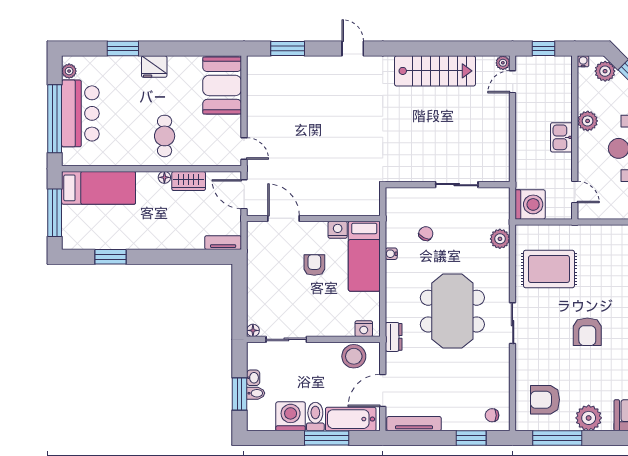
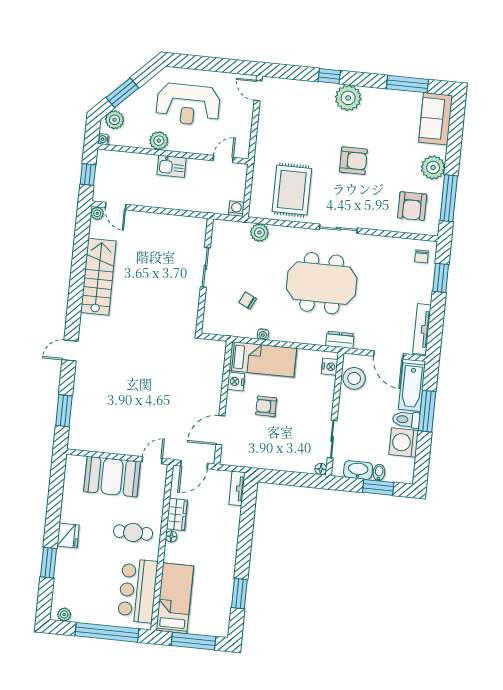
booth: (222, 85) -> (112, 477), moved
bar counter: (80, 113) -> (138, 591), moved, turned -90
washing machine: (530, 204) -> (236, 209), width x0.53, depth x0.53
washbasin: (253, 378) -> (358, 470), width x1.91, depth x1.45

